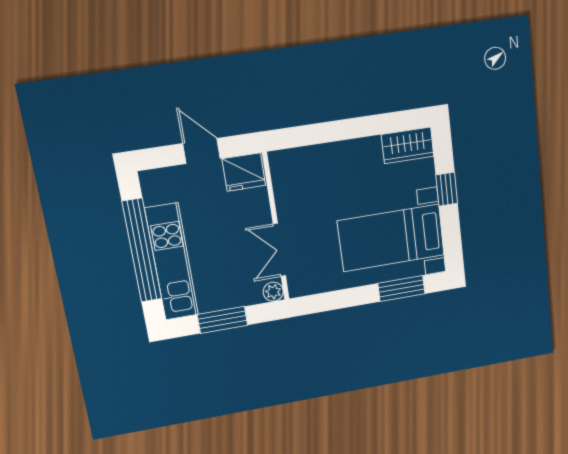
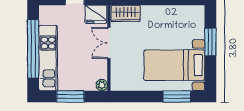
wardrobe: (408, 145) -> (126, 13), moved
window: (447, 189) -> (210, 42), width x1.50
double door: (279, 250) -> (109, 43), moved

